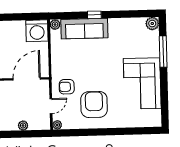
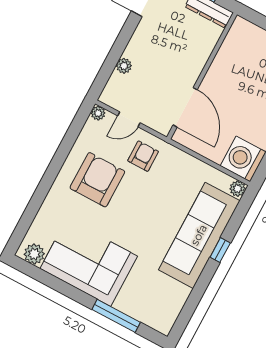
plant: (152, 24) -> (34, 254), moved
sofa: (84, 29) -> (199, 235), width x1.36, depth x1.27
armchair: (94, 104) -> (97, 180), turned -90
door: (51, 106) -> (129, 119), hinge flipped

